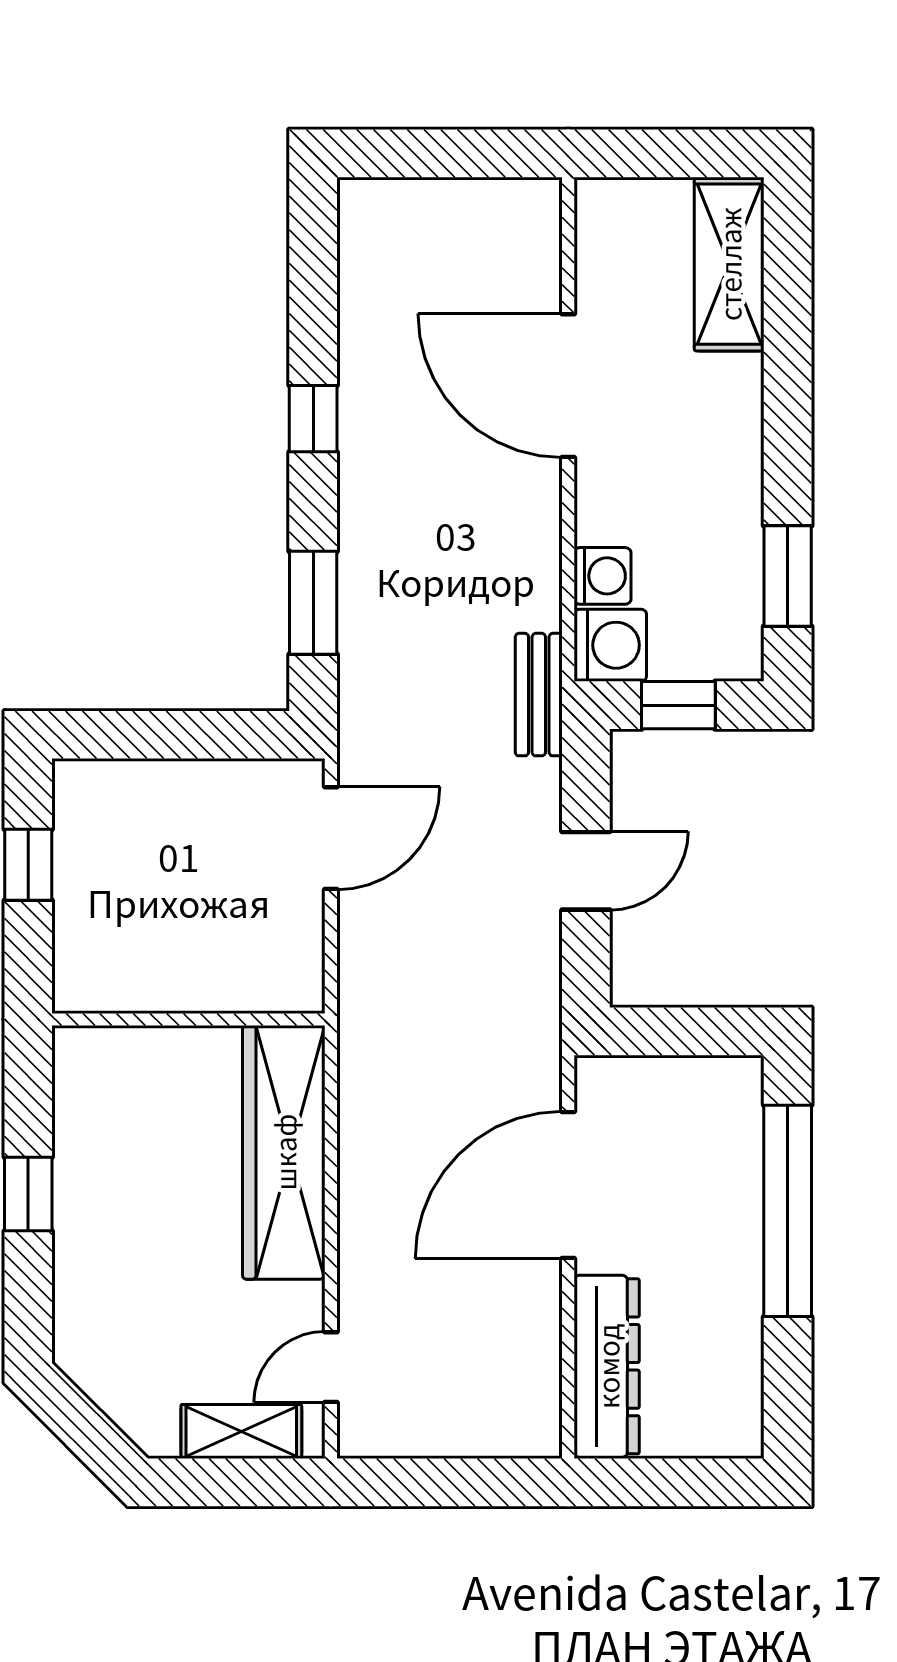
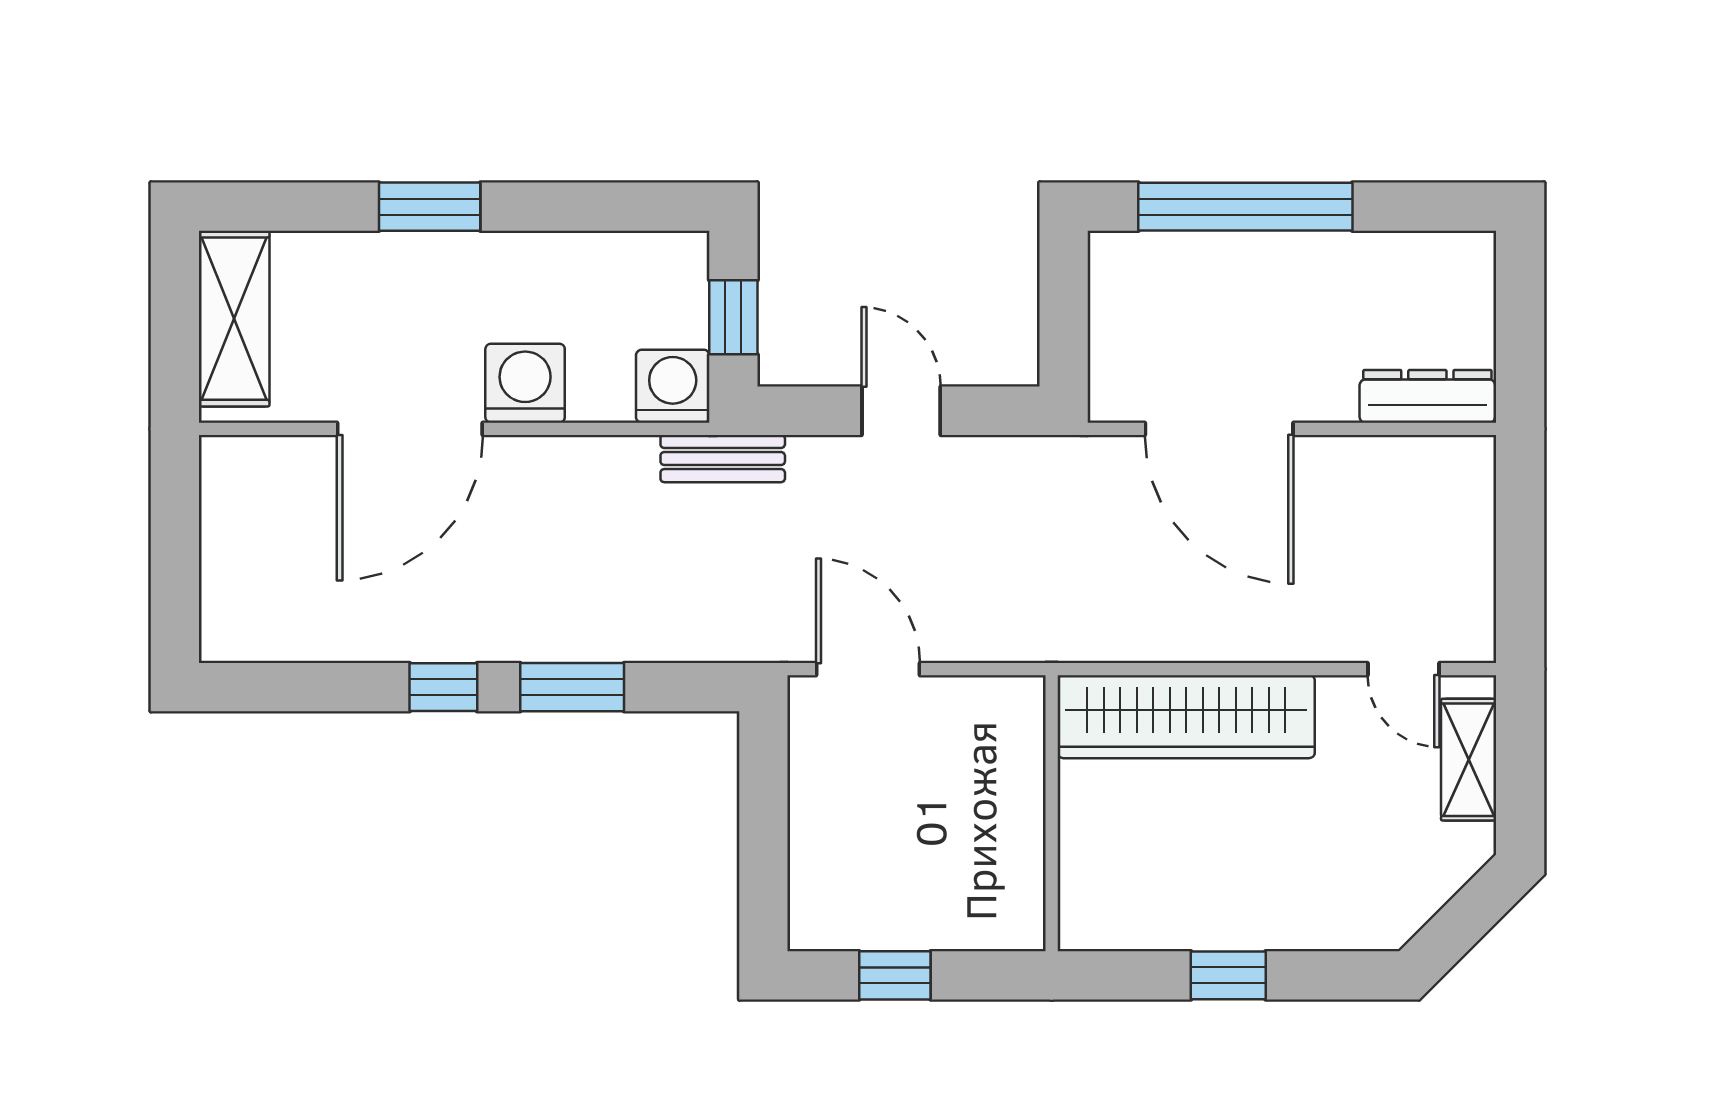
shelving: (729, 264) -> (234, 319), moved, turned 90
washing machine: (603, 576) -> (525, 383), moved, width x1.38, depth x1.38
window: (788, 576) -> (430, 207), moved
window: (313, 603) -> (572, 687), moved
dresser: (607, 1366) -> (1427, 396), width x0.73, depth x0.80

